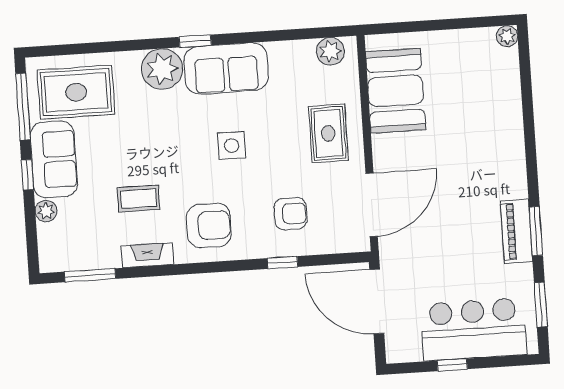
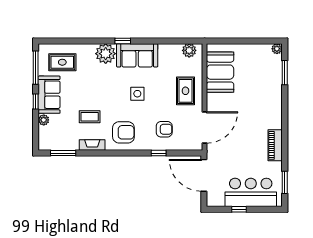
rug: (76, 92) -> (62, 62), width x0.73, depth x0.70
window: (536, 231) -> (285, 73), moved

